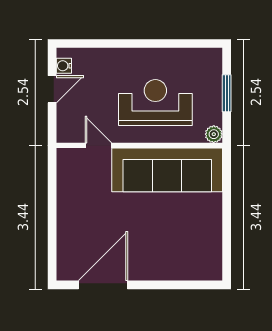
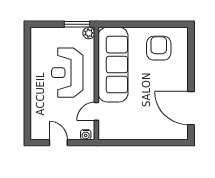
water cooler: (64, 66) -> (86, 135), moved
window: (227, 93) -> (77, 24), moved
armchair: (192, 237) -> (159, 48), added

